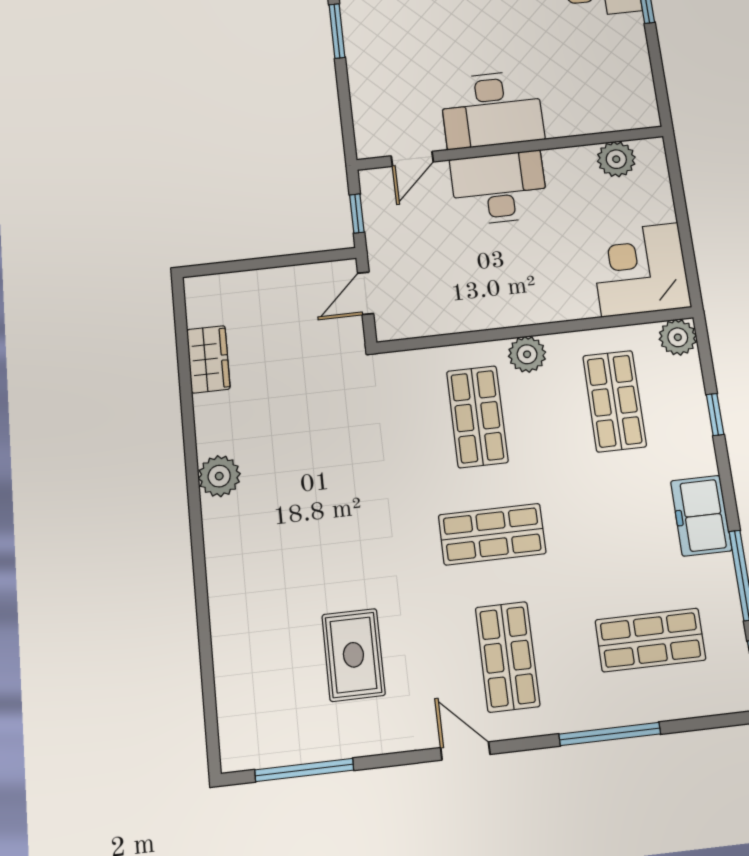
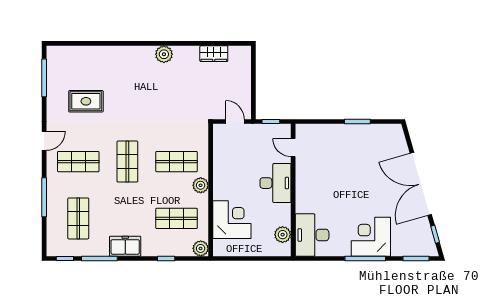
desk: (492, 109) -> (312, 235), moved
corner desk: (640, 270) -> (232, 220), moved

